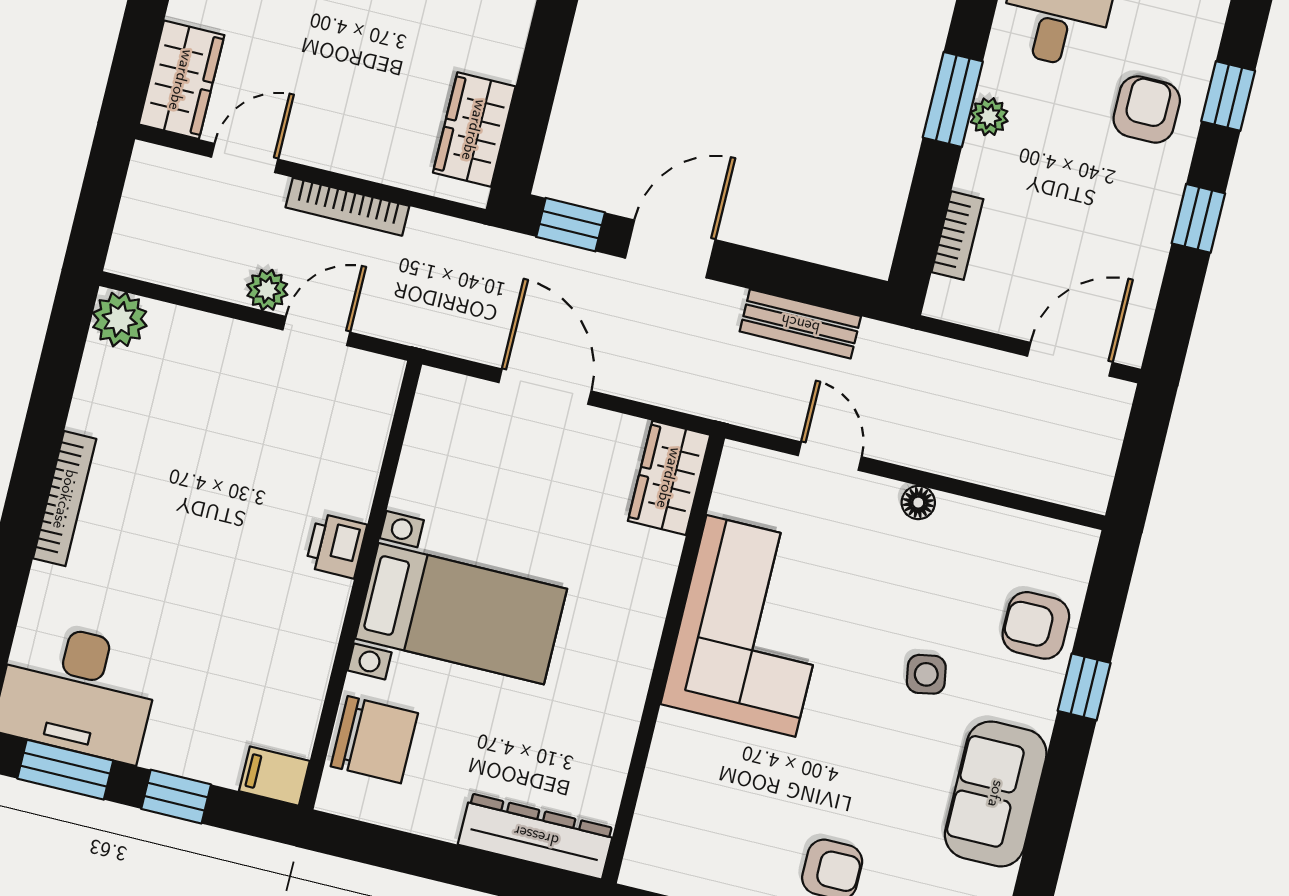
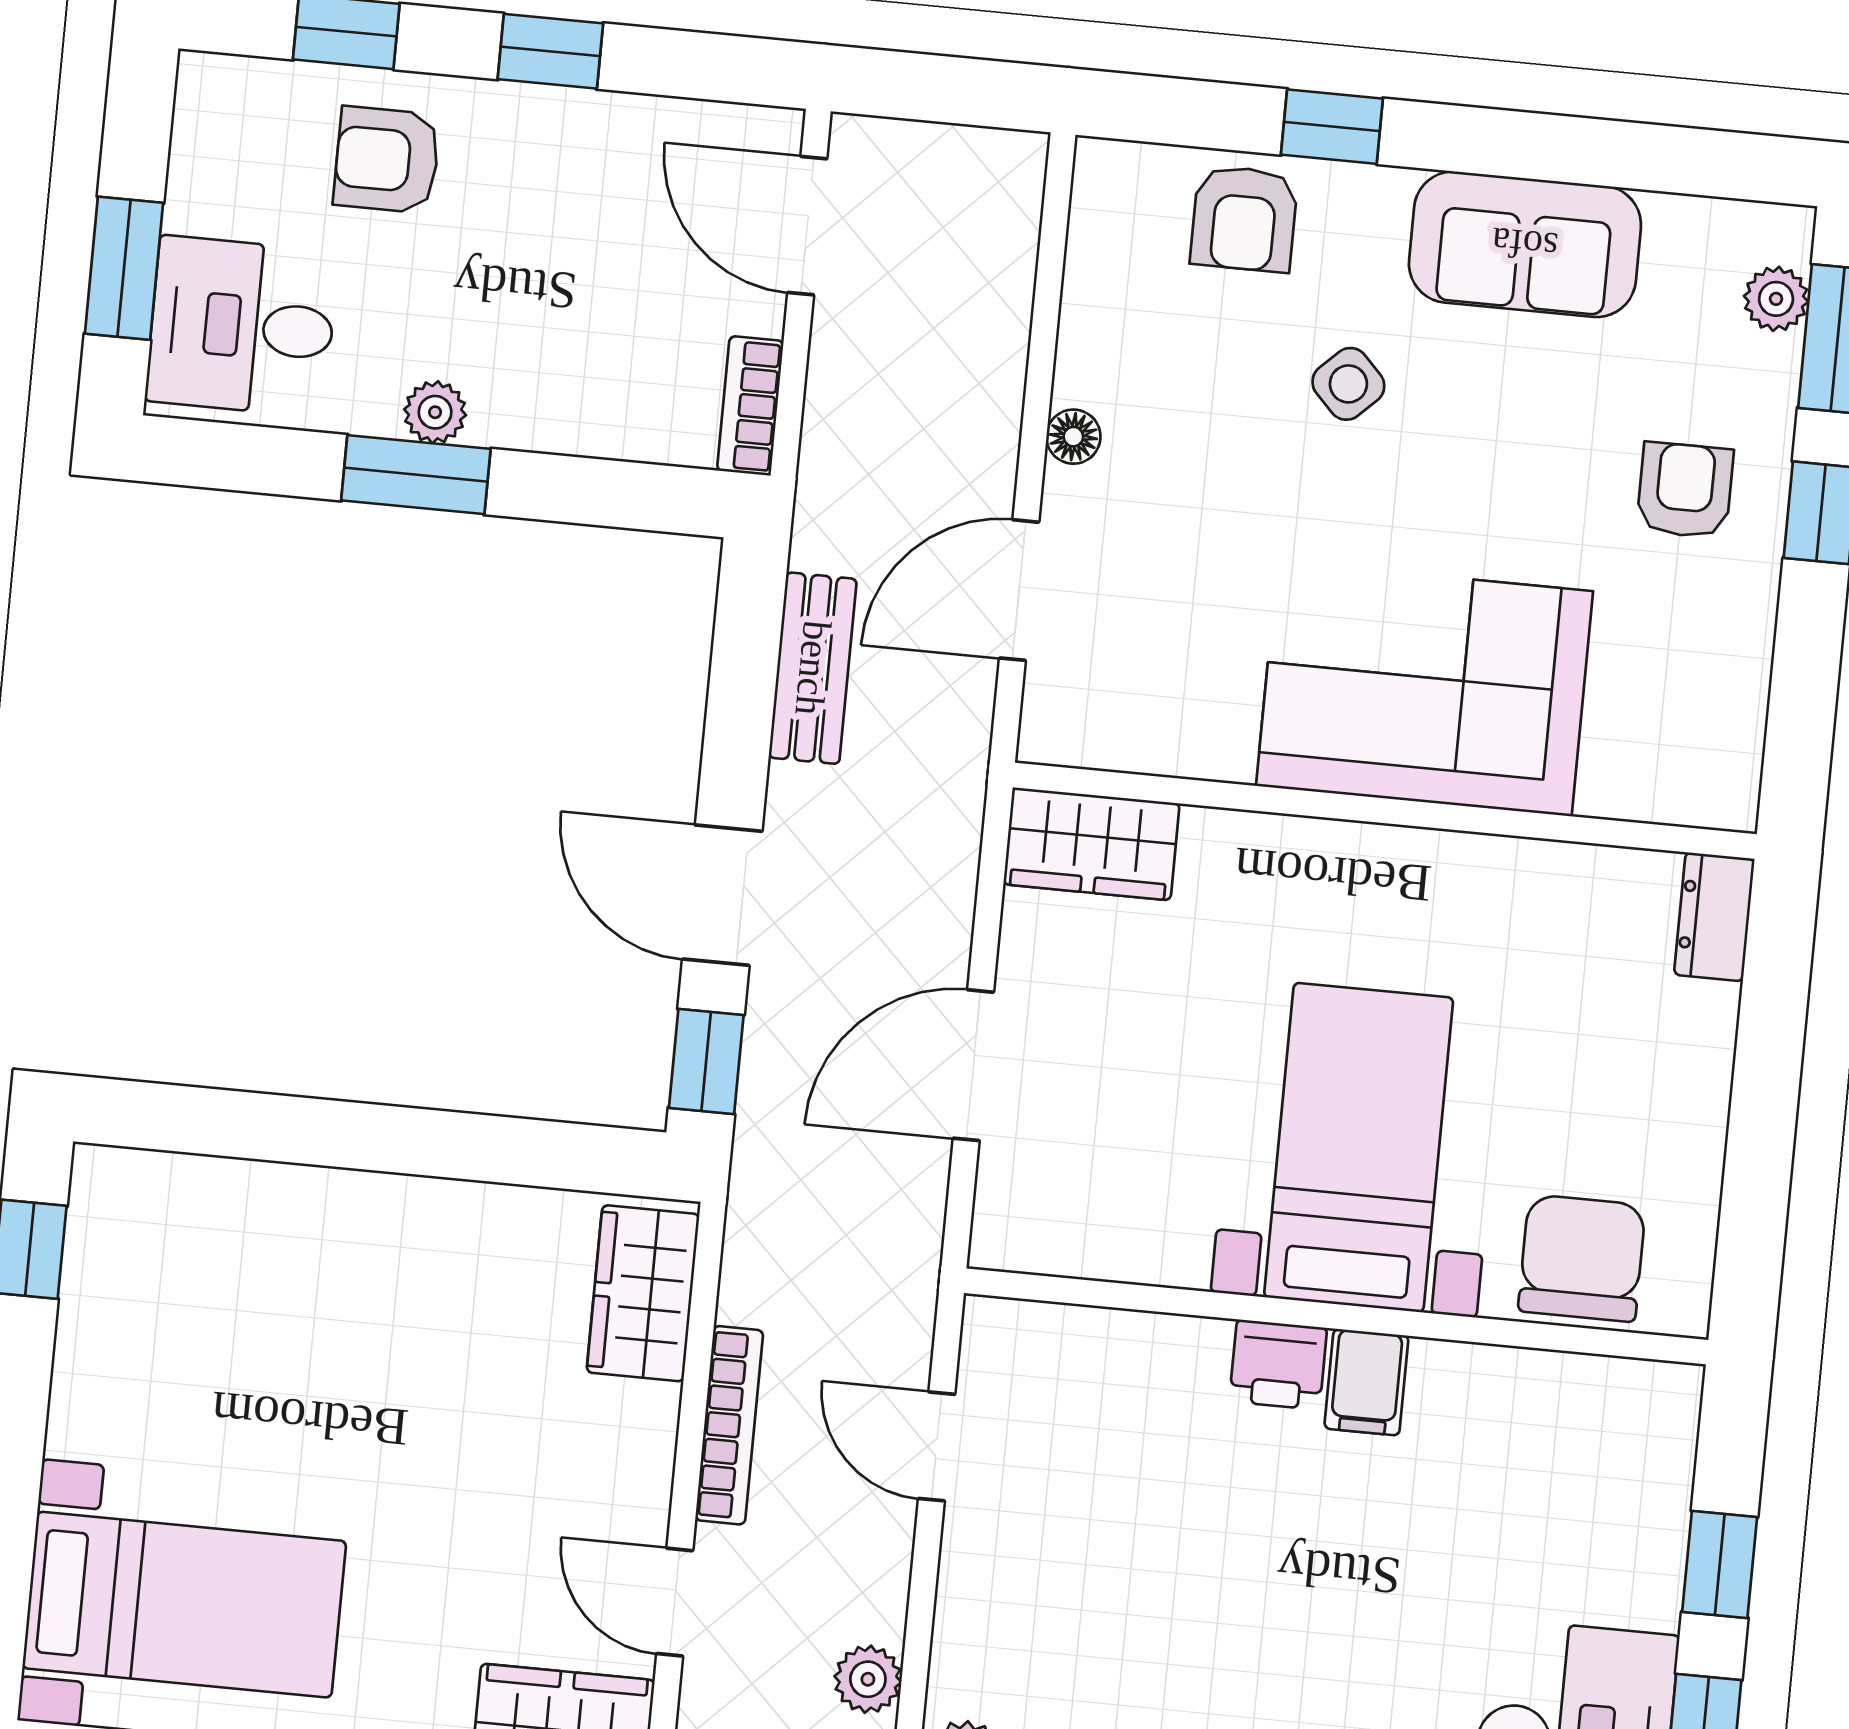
wardrobe: (474, 130) -> (643, 1293), moved, turned 90
bookcase: (957, 236) -> (750, 406), moved, turned -90
plant: (267, 290) -> (868, 1679), moved
door: (830, 456) -> (1019, 590), width x1.38
corner sofa: (751, 626) -> (1425, 689), moved
side table: (926, 674) -> (1348, 384), turned -34
filing cabinet: (274, 776) -> (1366, 1382), moved
dresser: (536, 836) -> (1714, 917), width x0.51, depth x0.80

